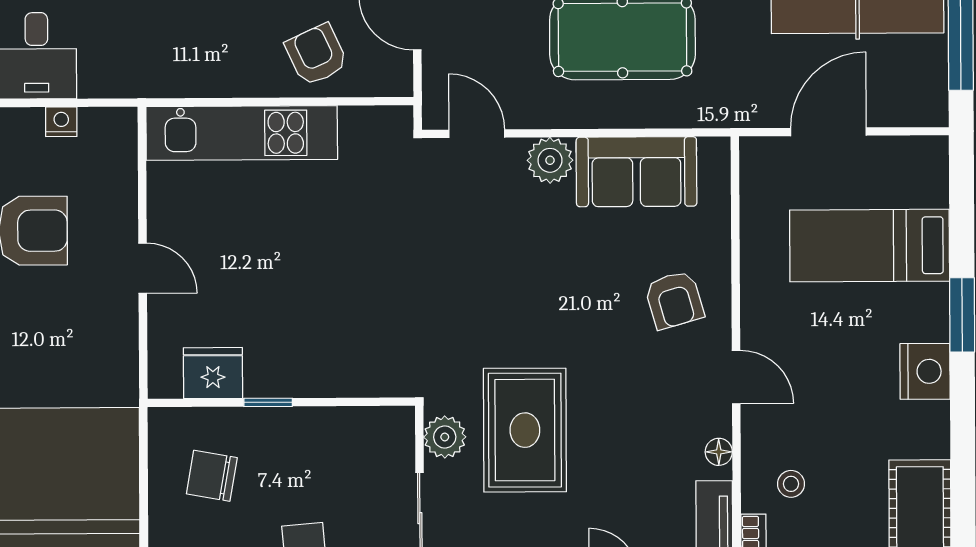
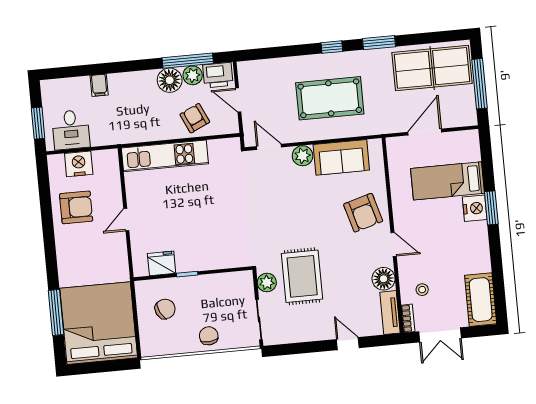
nightstand: (61, 122) -> (79, 164), width x1.89, depth x1.79
door: (143, 268) -> (126, 220), swing flipped
armchair: (674, 300) -> (363, 213), width x1.38, depth x1.38
nightstand: (925, 371) -> (475, 208), moved
floor lamp: (719, 452) -> (384, 279), width x1.89, depth x1.89
chair: (212, 476) -> (165, 309), turned 144

